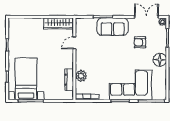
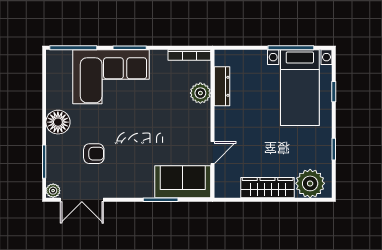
wardrobe: (59, 23) -> (268, 188), moved
plant: (20, 26) -> (310, 183), added
sofa: (113, 27) -> (183, 182), moved

